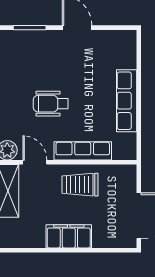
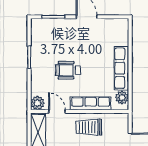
plant: (127, 143) -> (122, 98), added

